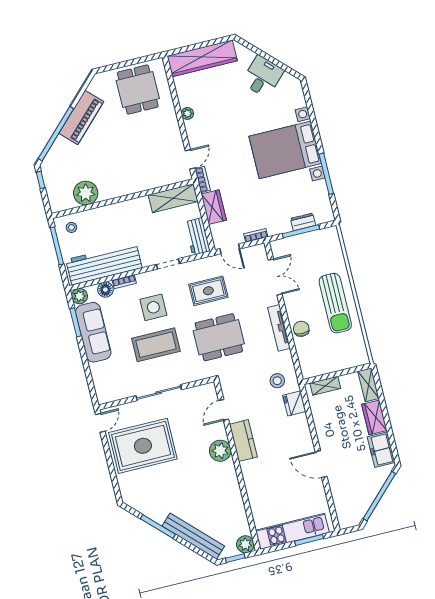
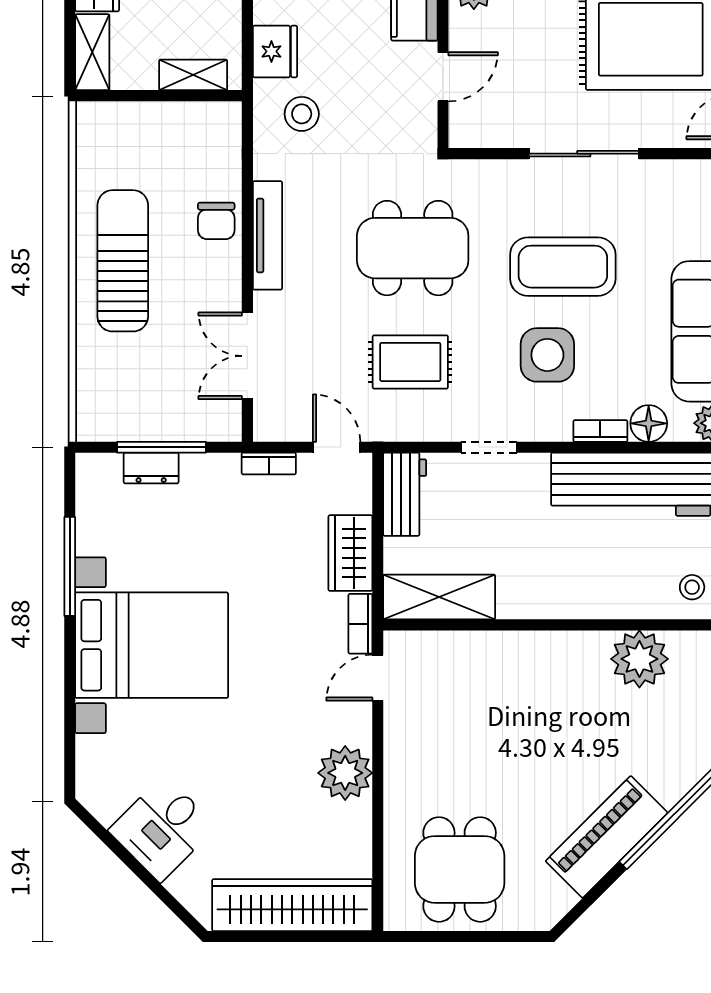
plant: (187, 113) -> (345, 773), width x1.87, depth x1.87

